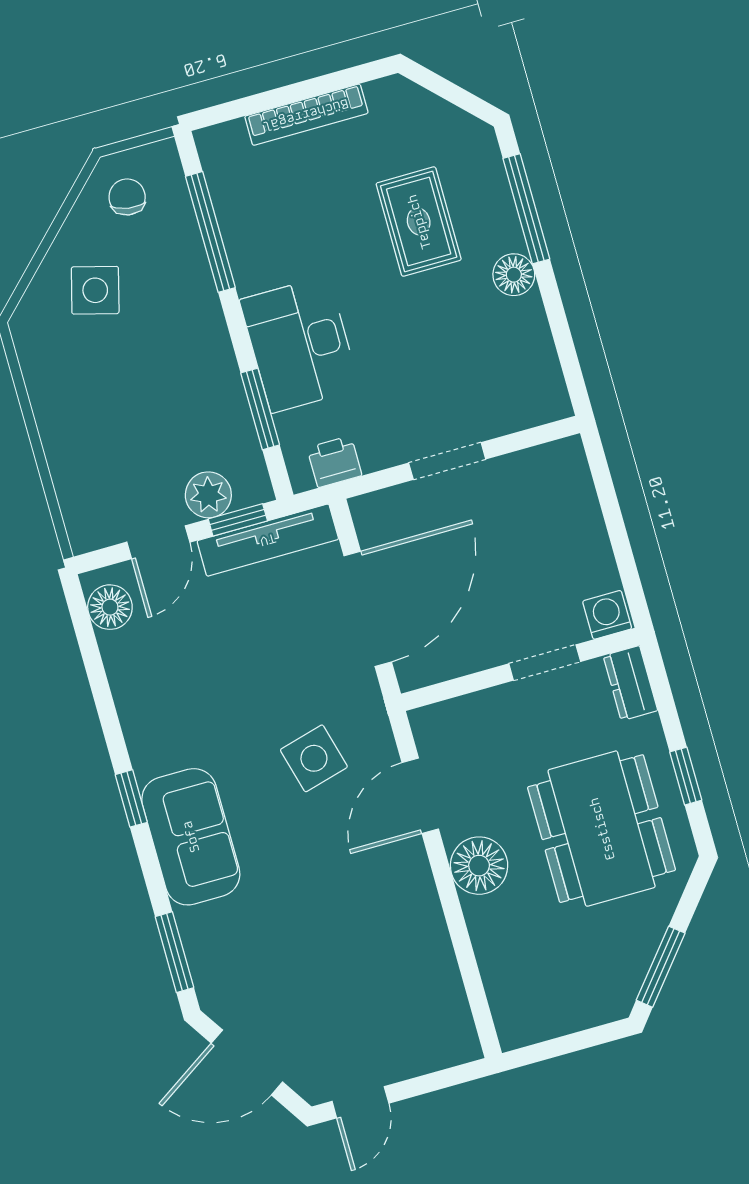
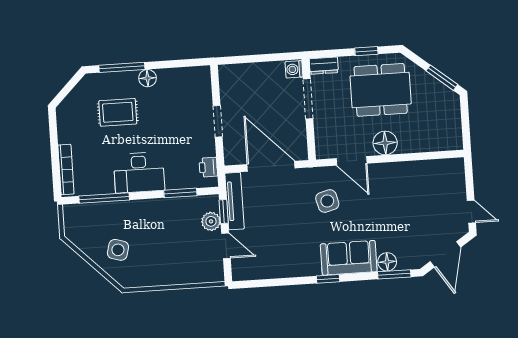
bookcase: (306, 115) -> (66, 169), moved
chair: (127, 197) -> (83, 229), removed
desk: (300, 344) -> (139, 172), moved
floor lamp: (110, 607) -> (387, 262), moved
doorway: (545, 663) -> (308, 99), width x1.38

